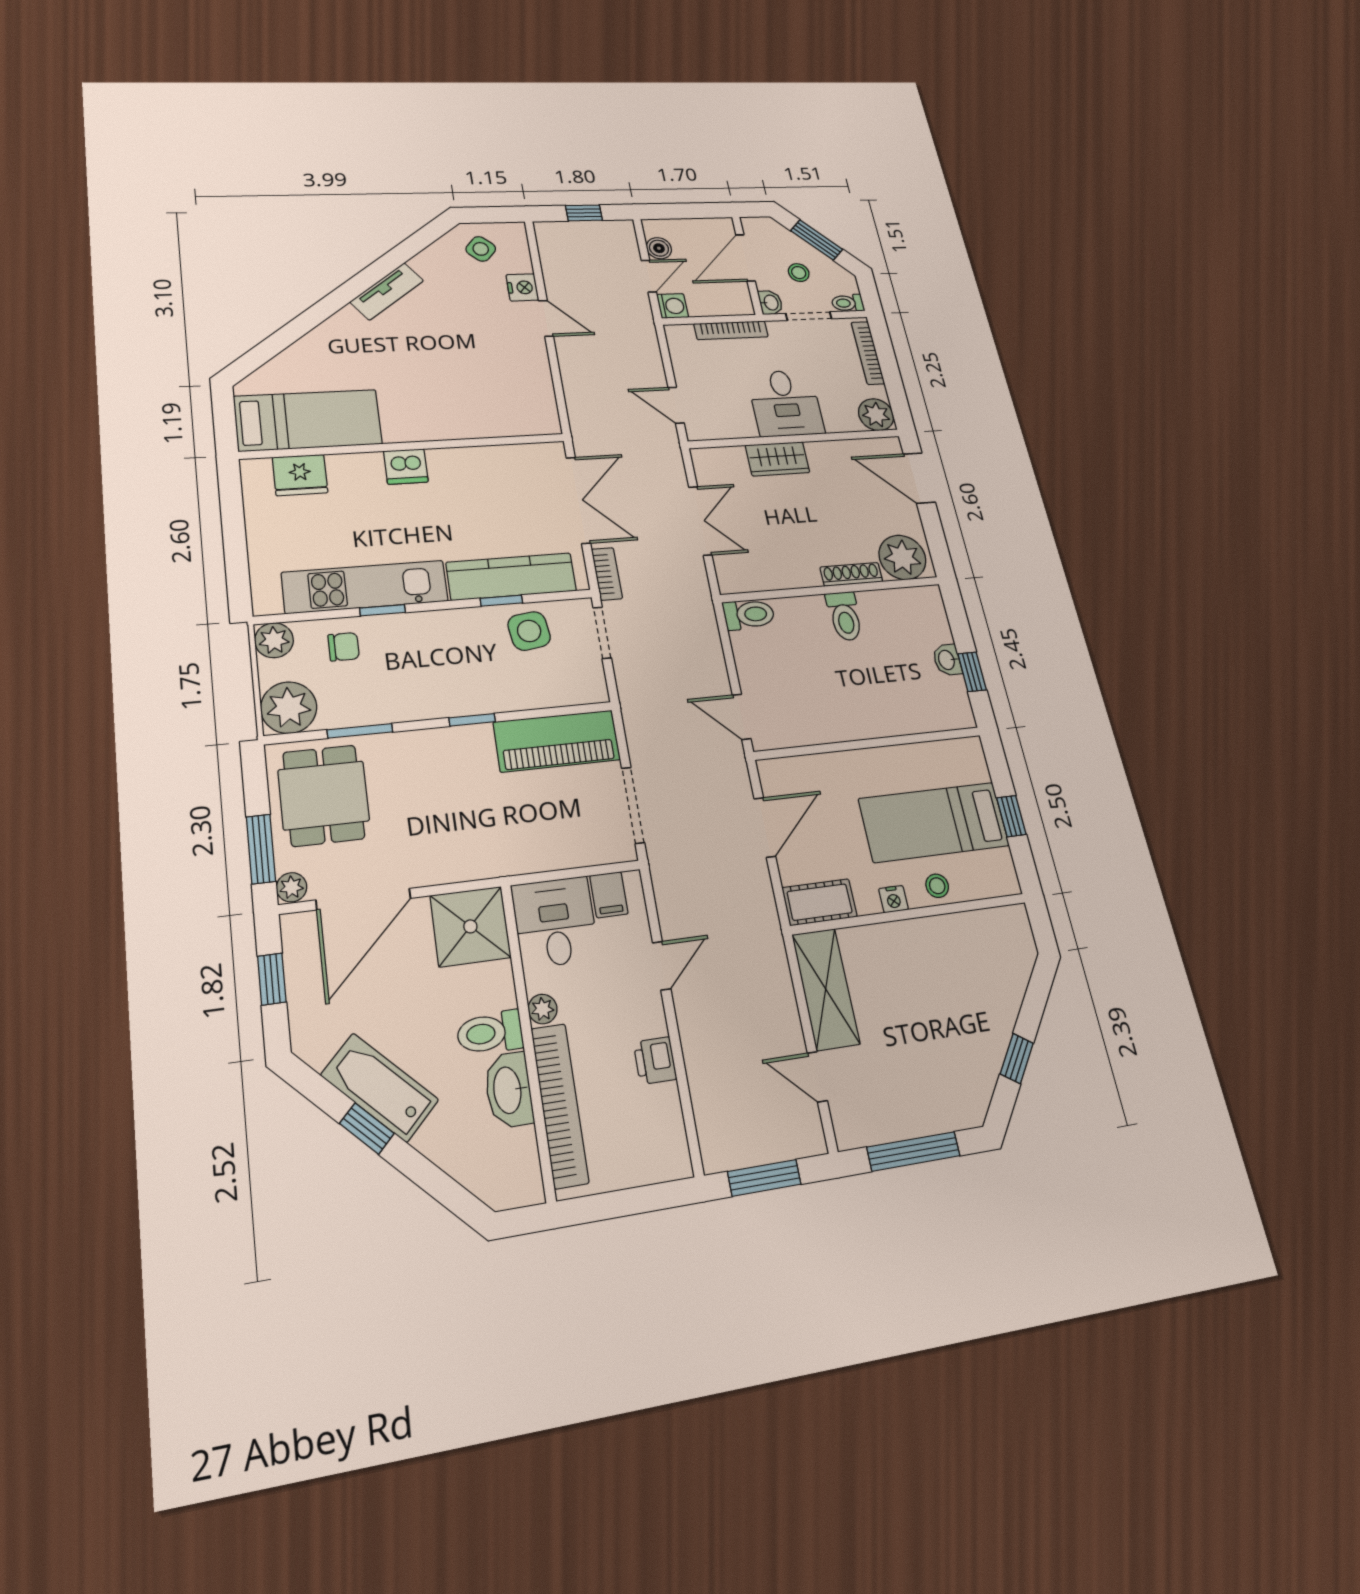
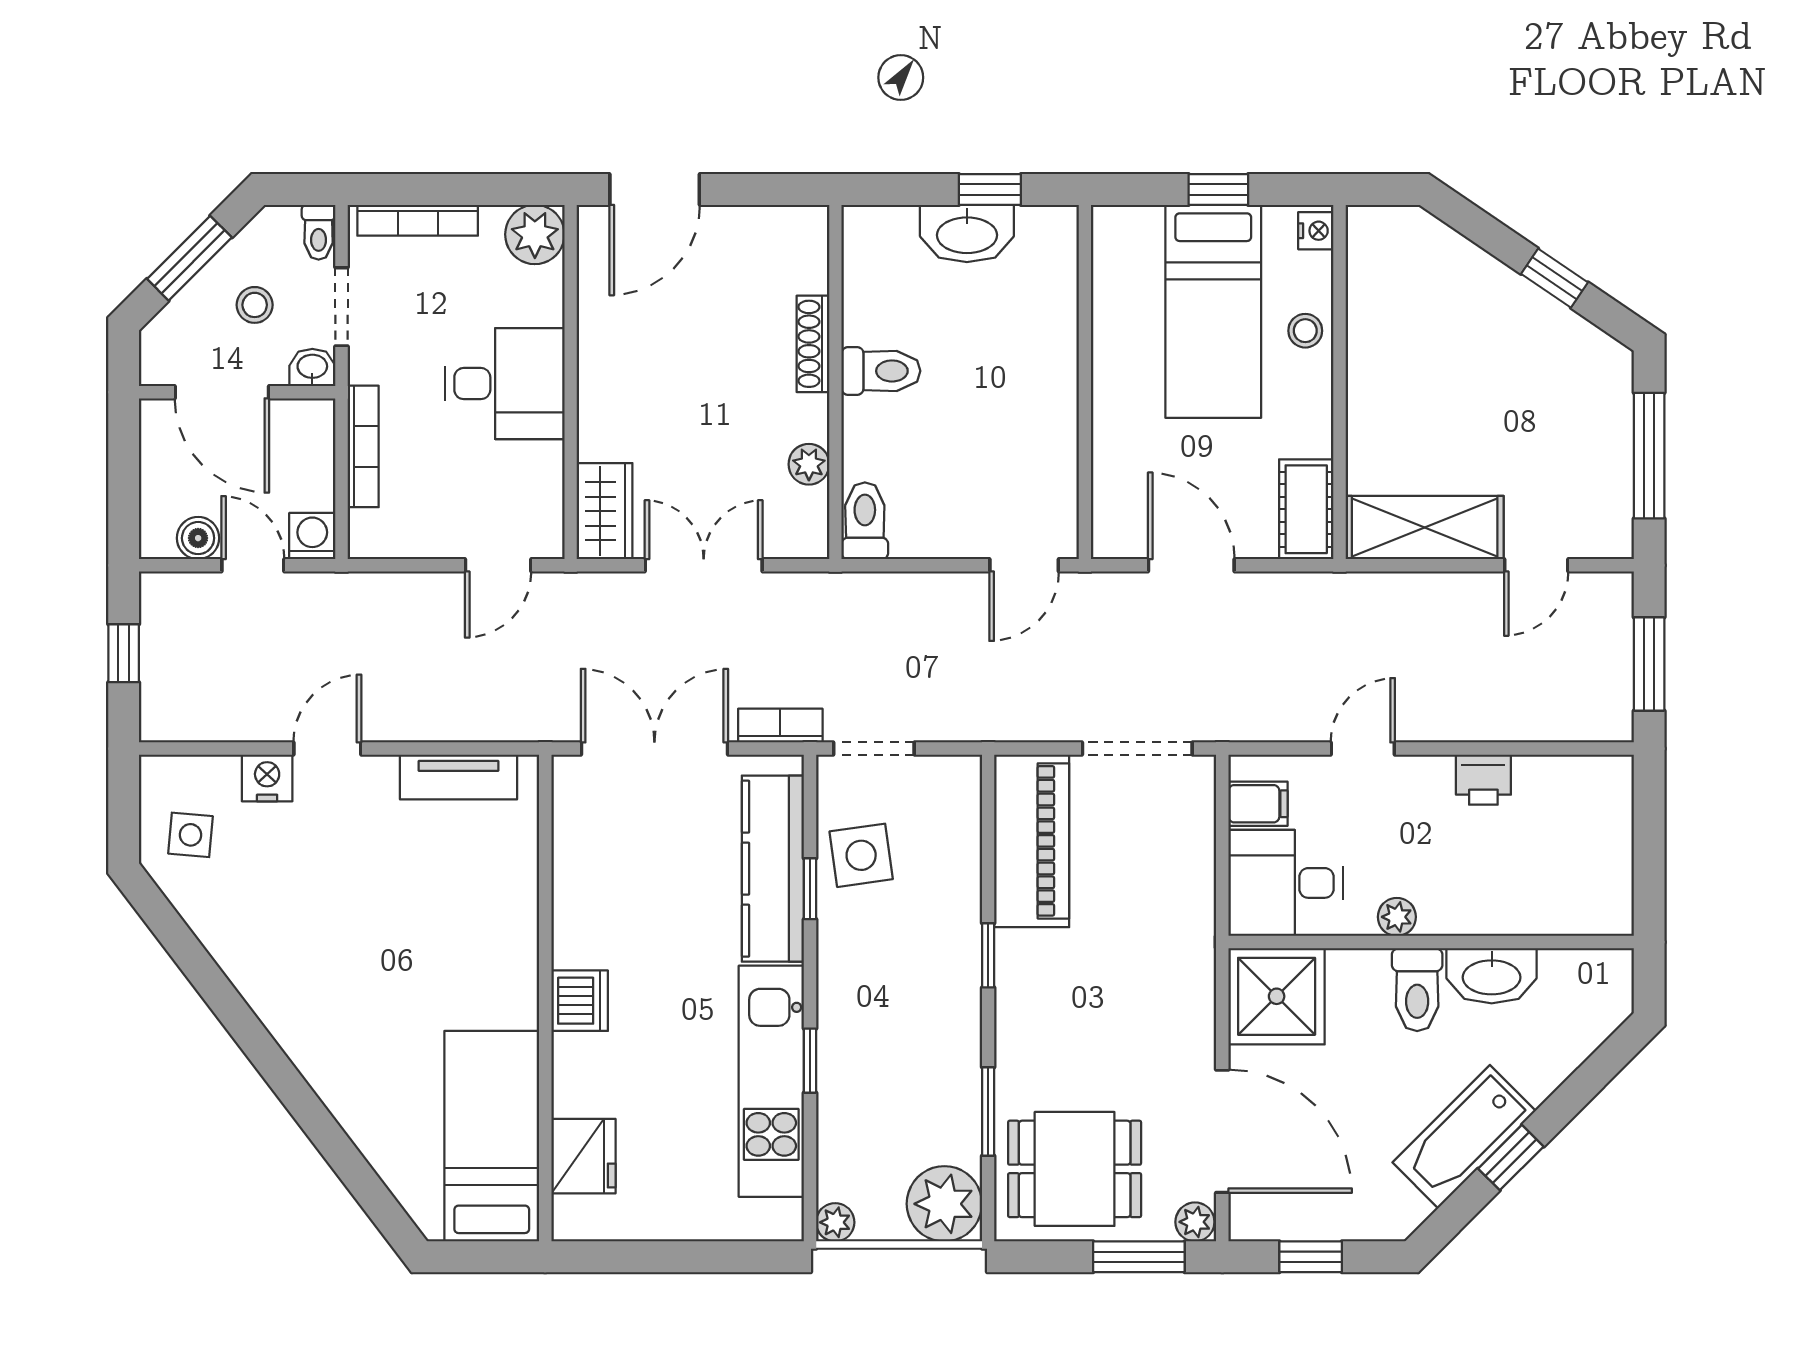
side table: (481, 249) -> (190, 835), turned -36
tv unit: (387, 291) -> (458, 777), moved, turned 127
wardrobe: (778, 459) -> (605, 511), moved
plant: (902, 557) -> (809, 464), moved, width x0.53, depth x0.53
plant: (274, 640) -> (835, 1222), width x0.73, depth x0.73
chair: (344, 647) -> (861, 1121), removed
washbasin: (947, 660) -> (967, 234), width x1.91, depth x1.45
nightstand: (893, 899) -> (1316, 231), moved
door: (662, 966) -> (1363, 749), hinge flipped
bookcase: (560, 1105) -> (1520, 913), removed

